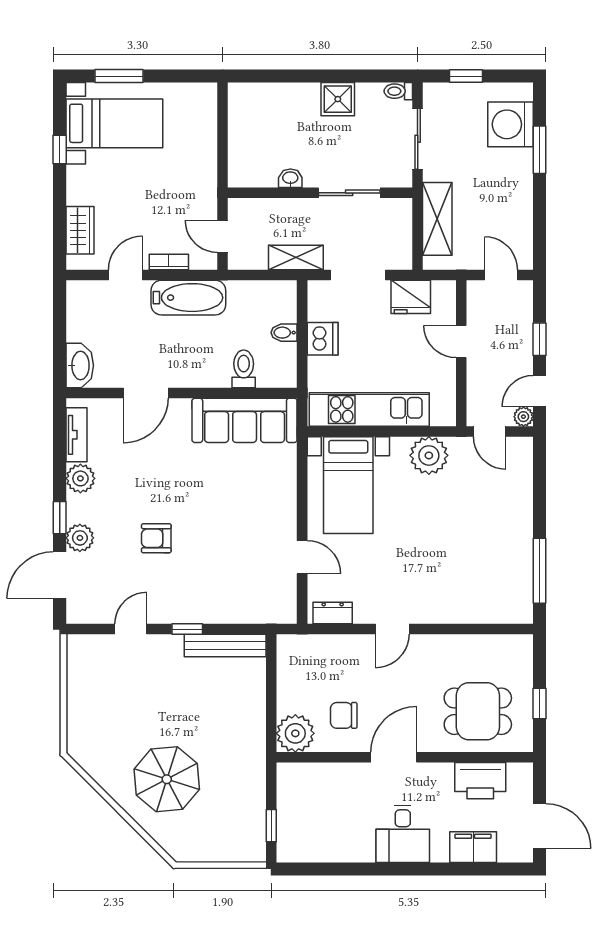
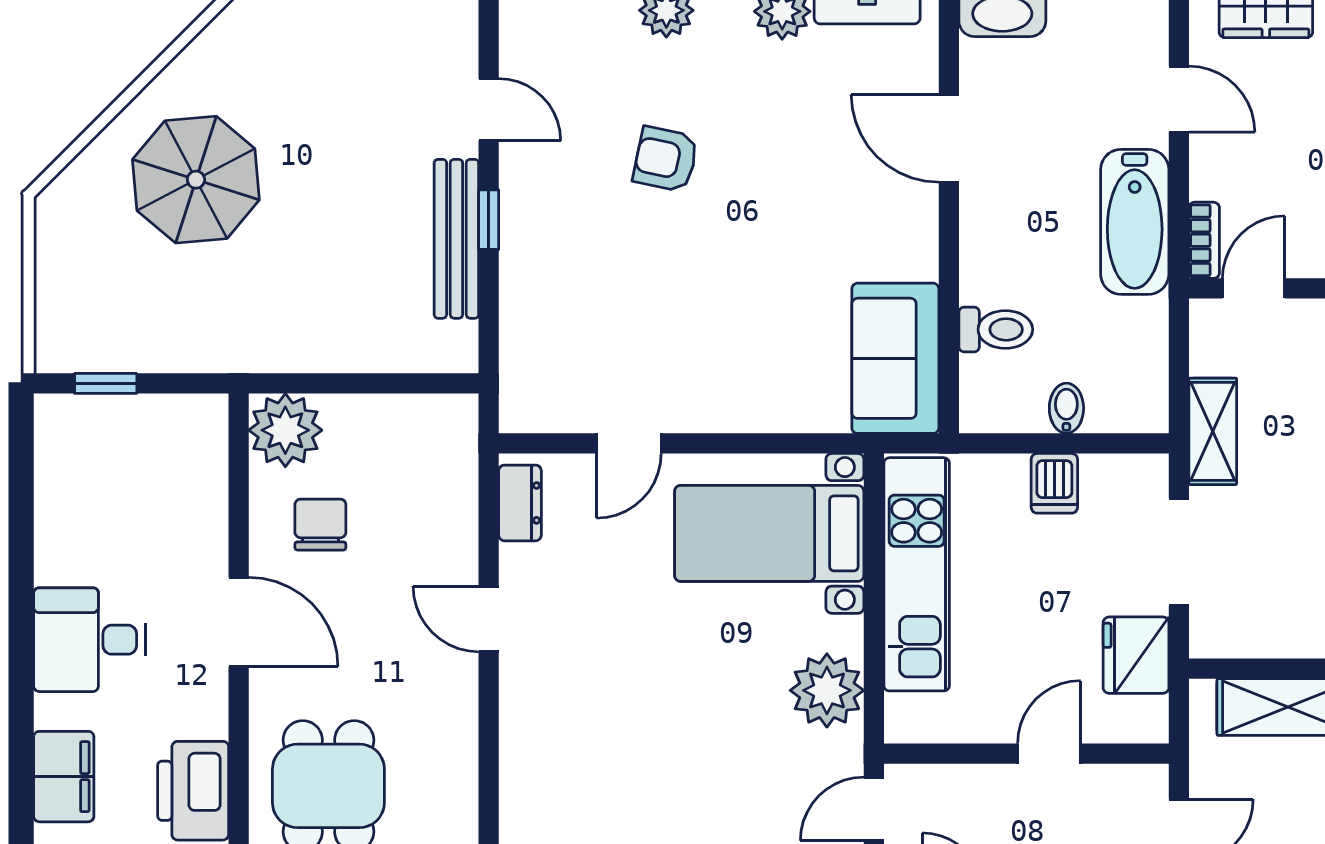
bookcase: (169, 262) -> (1204, 240), moved
dishwasher: (323, 339) -> (1054, 483), width x0.73
sofa: (245, 420) -> (895, 358), width x0.73
armchair: (156, 538) -> (666, 159), turned -78
bench: (225, 646) -> (456, 239), moved

